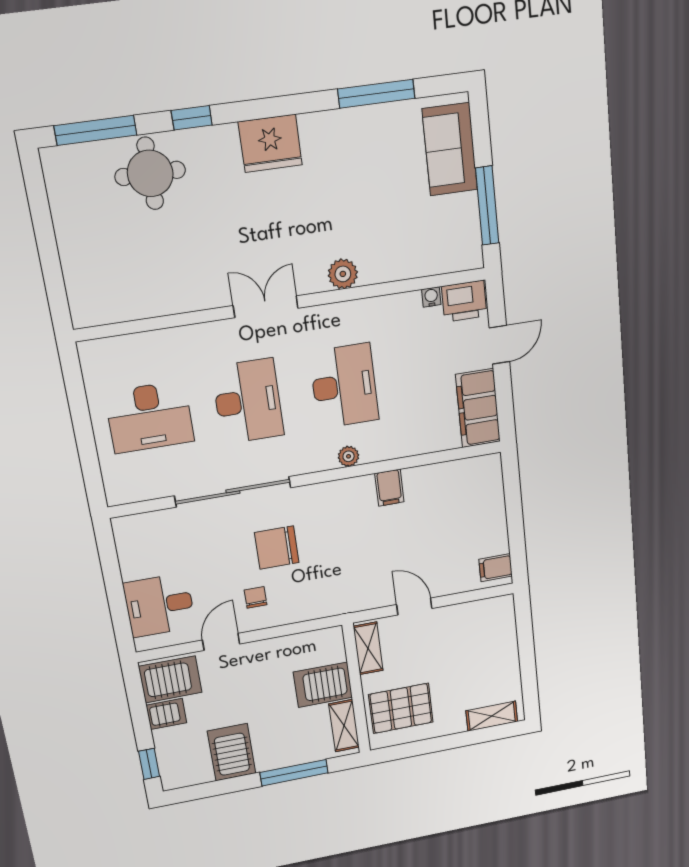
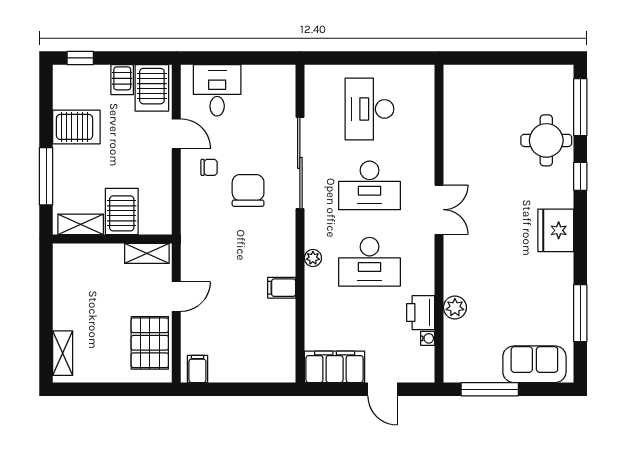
plant: (343, 274) -> (455, 307), moved
printer: (464, 301) -> (421, 313), moved
pallet: (401, 708) -> (150, 343), moved

